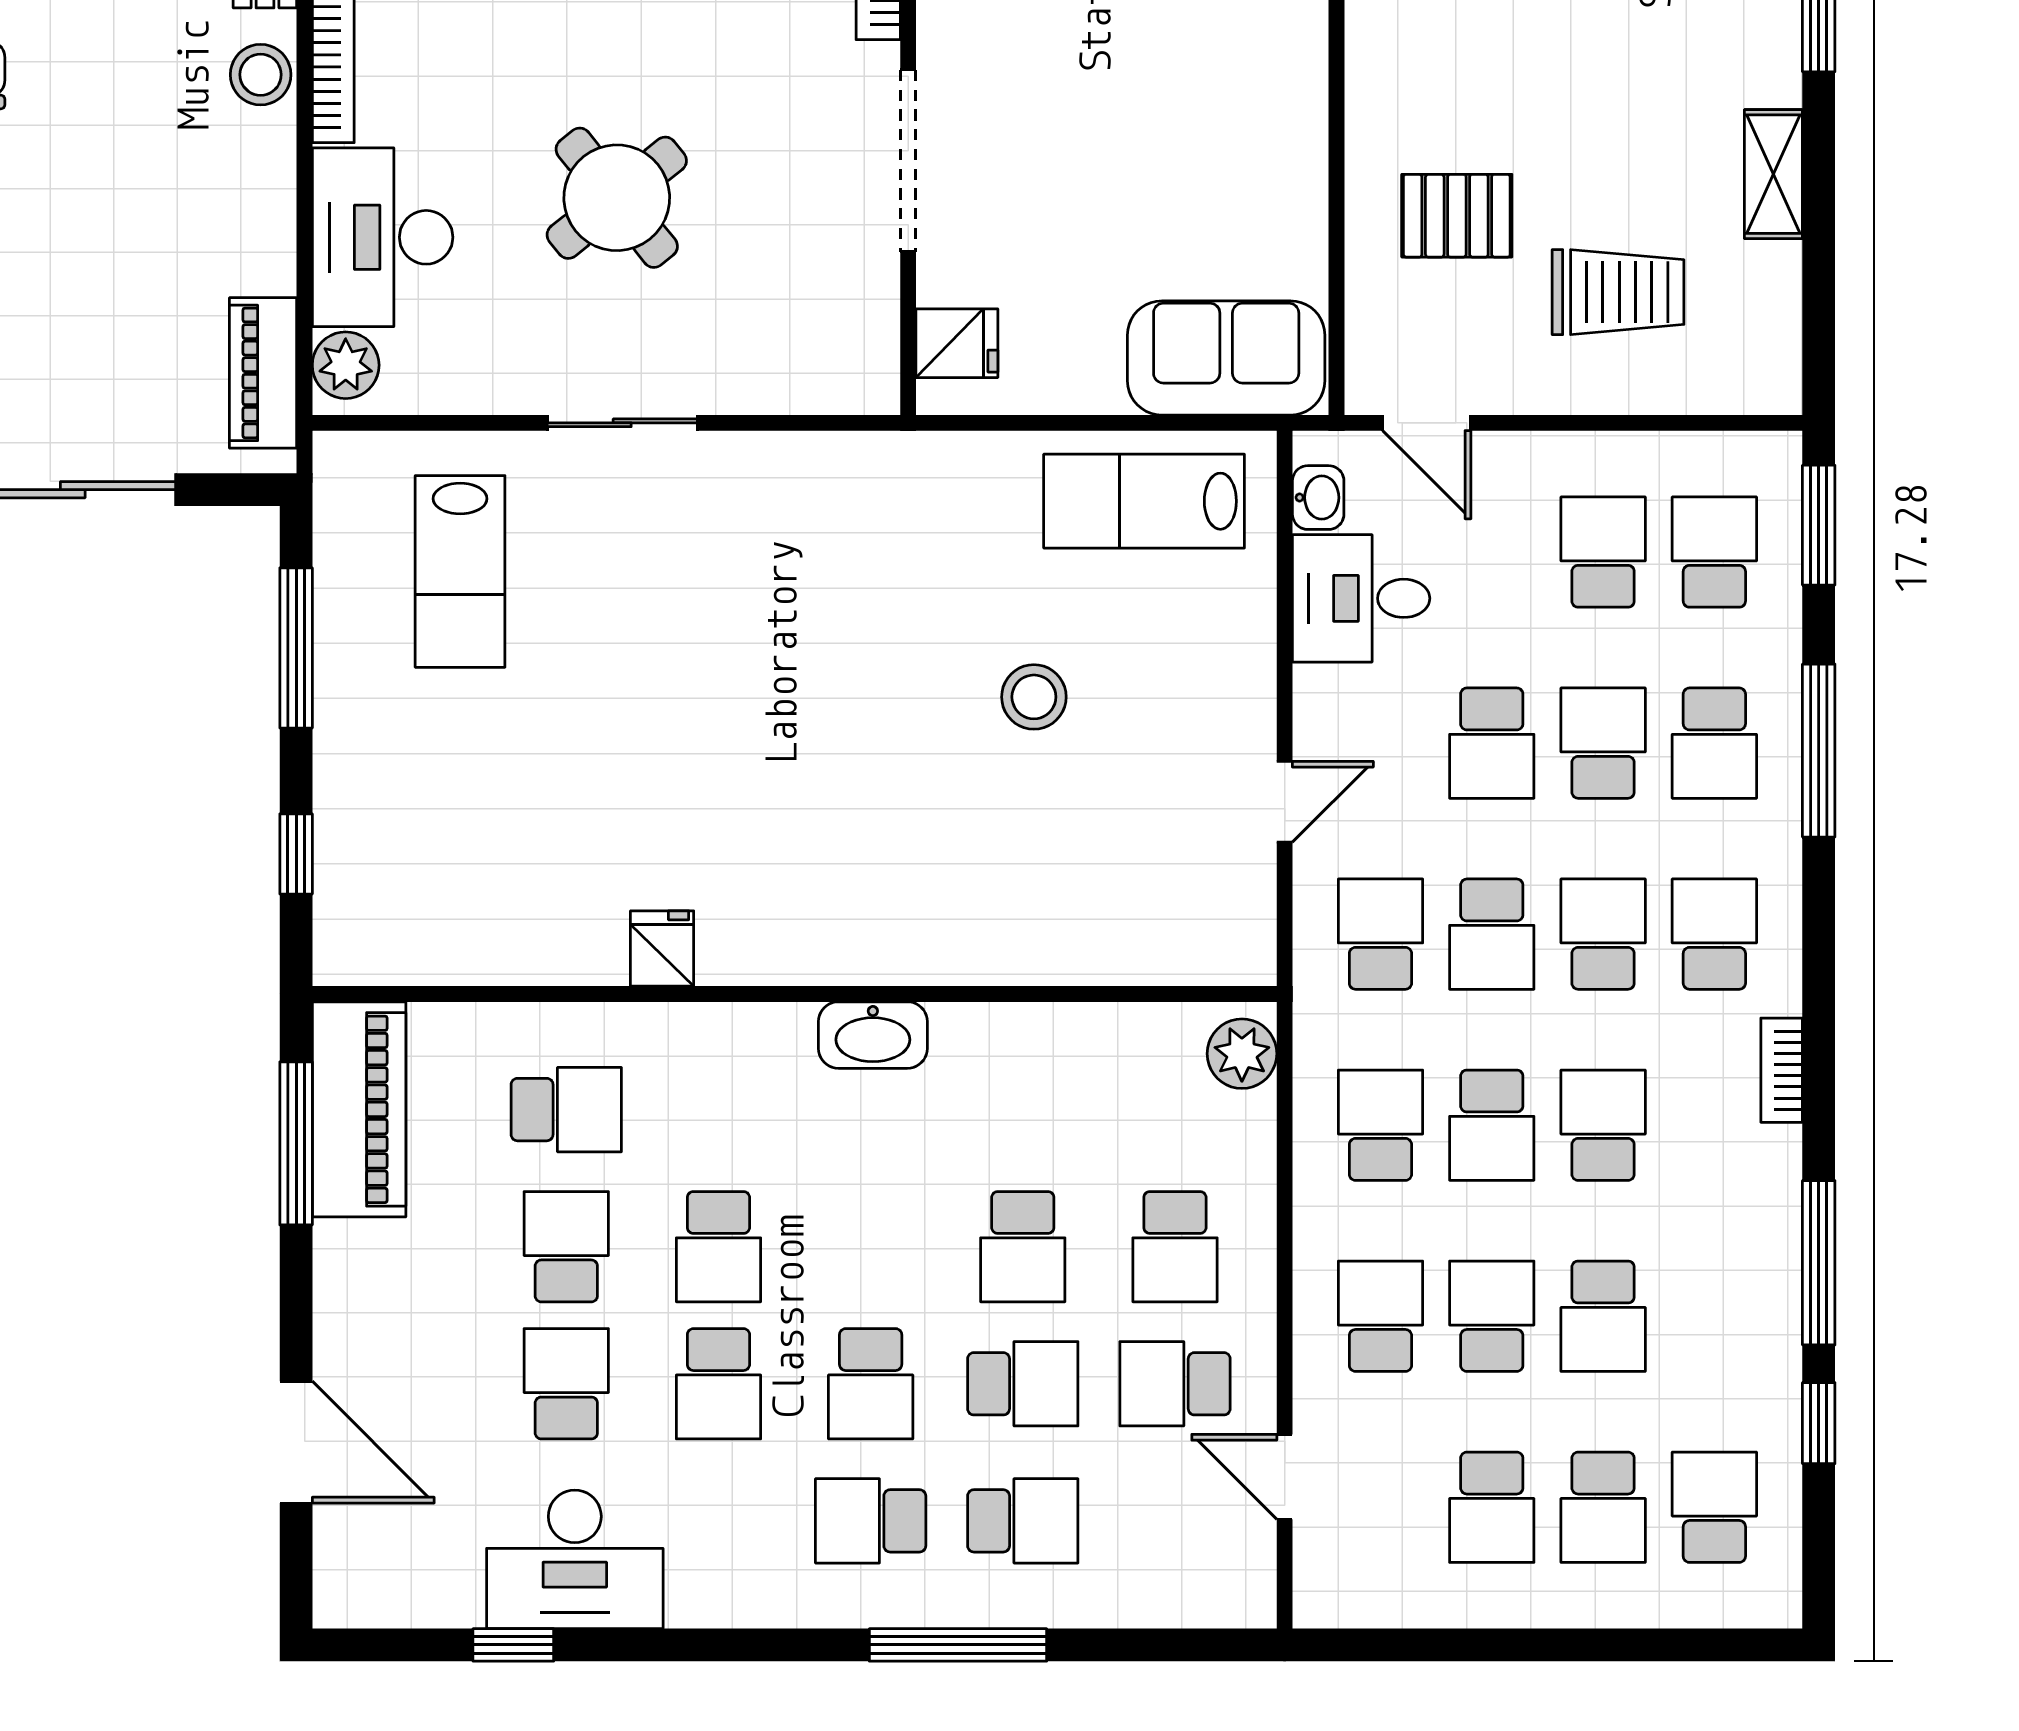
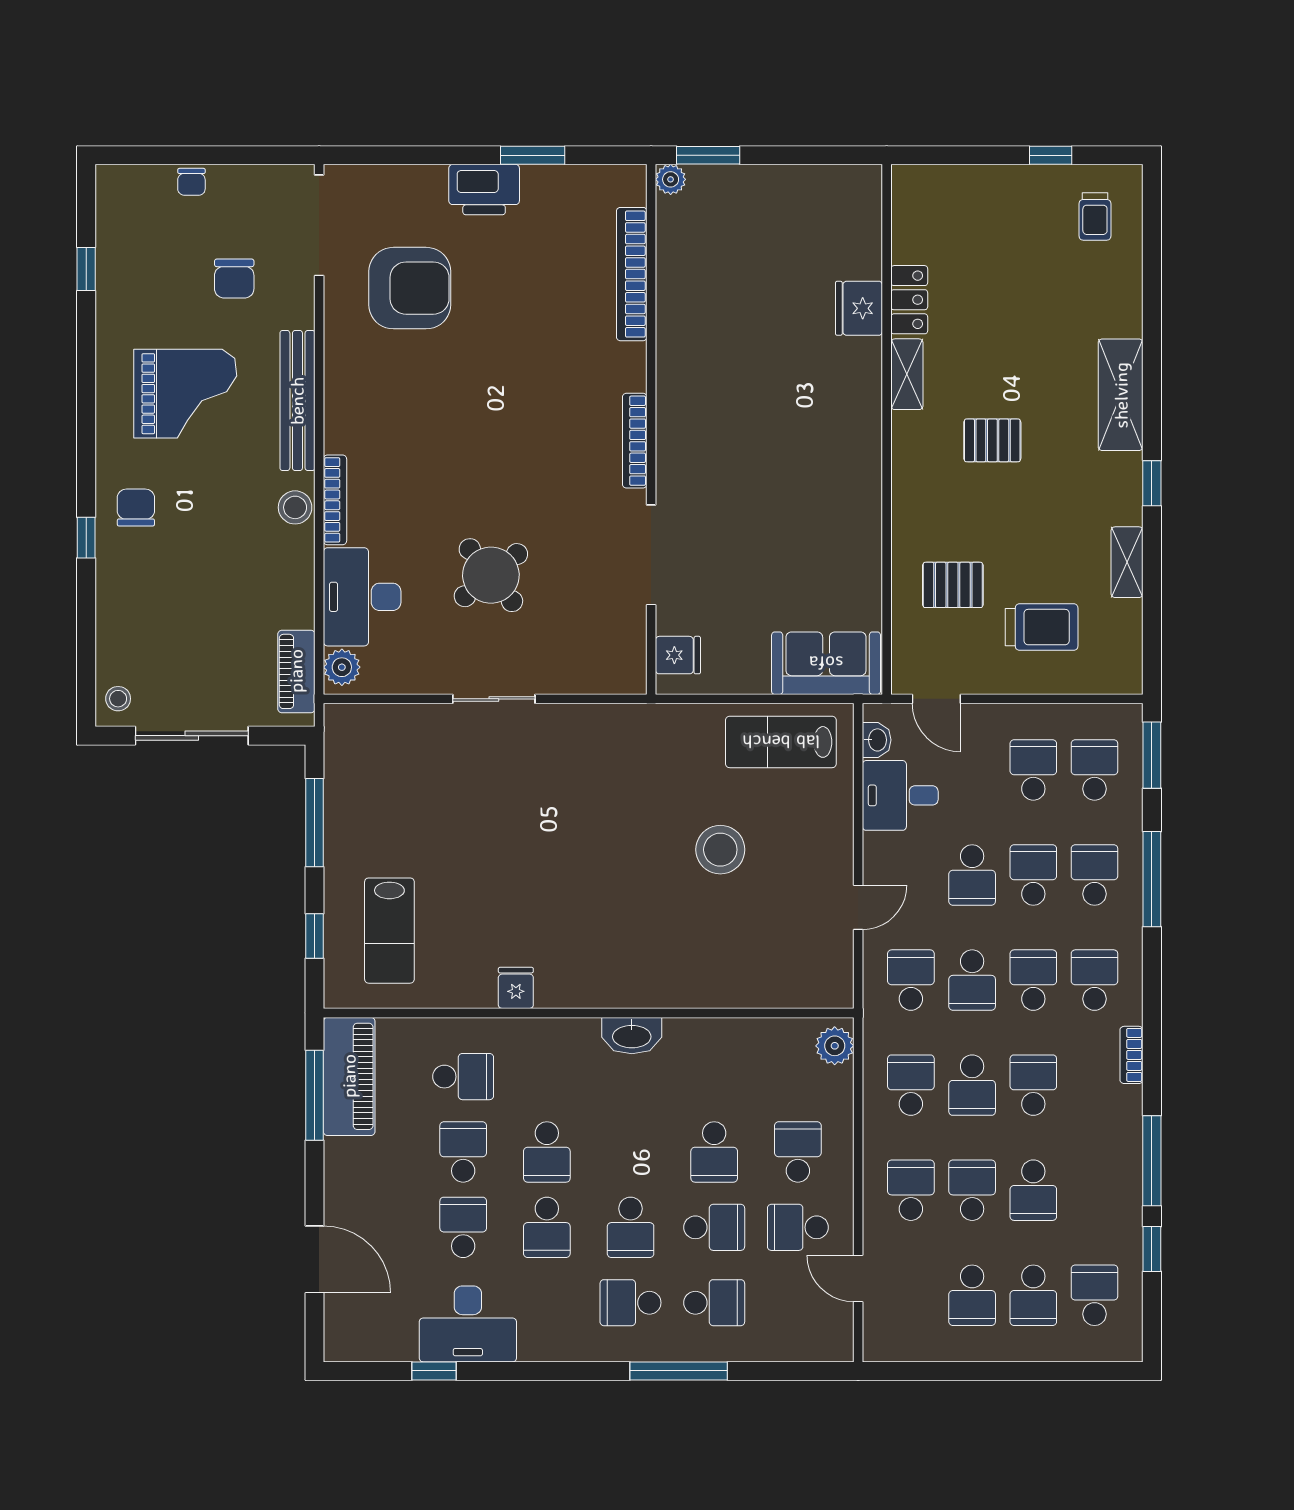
lab bench: (460, 571) -> (389, 931), moved
stool: (1034, 697) -> (720, 850), width x1.38, depth x1.38
school desk: (1714, 743) -> (1094, 875), turned 180
school desk: (1175, 1247) -> (798, 1152), turned 180

